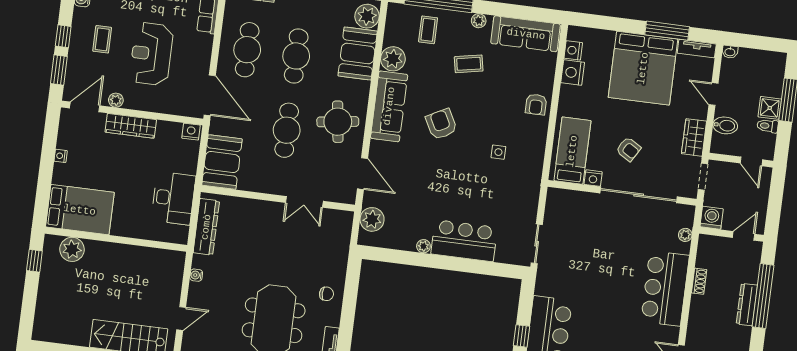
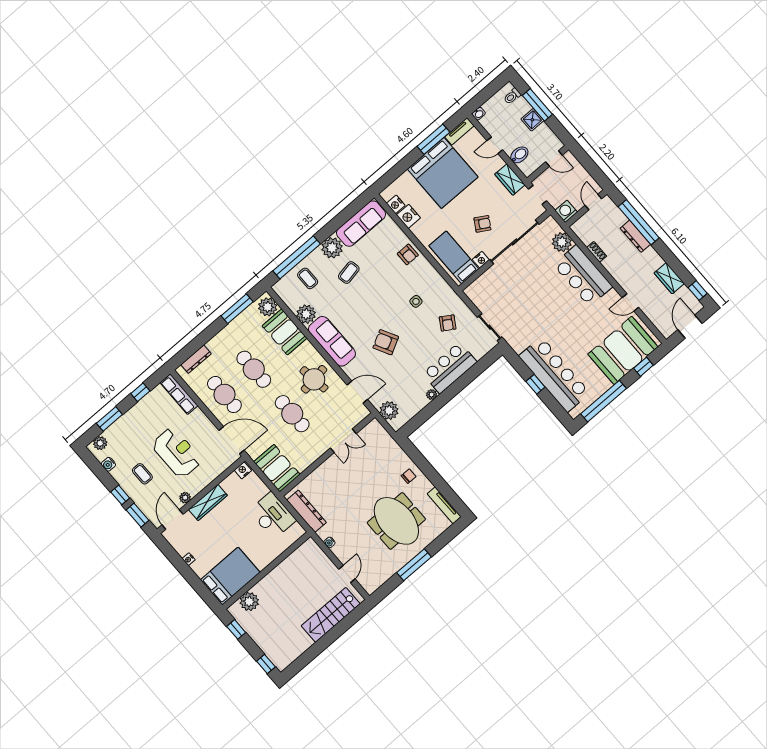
plant: (479, 21) -> (332, 248), width x1.88, depth x1.88
reception desk: (151, 54) -> (177, 453), turned 180
armchair: (441, 124) -> (386, 342), moved
toilet: (768, 126) -> (512, 96), moved
armchair: (505, 200) -> (448, 323), added
plant: (685, 235) -> (562, 242), width x1.88, depth x1.88
window: (27, 318) -> (266, 664), added

